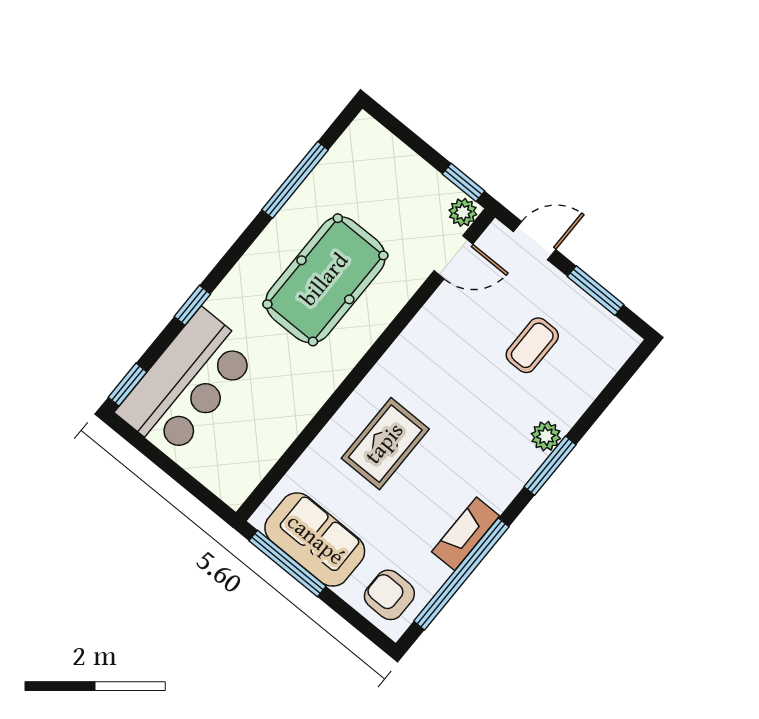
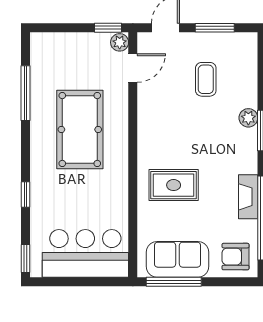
bar counter: (187, 383) -> (85, 253), moved, turned -90
rug: (385, 444) -> (174, 185), turned 90

